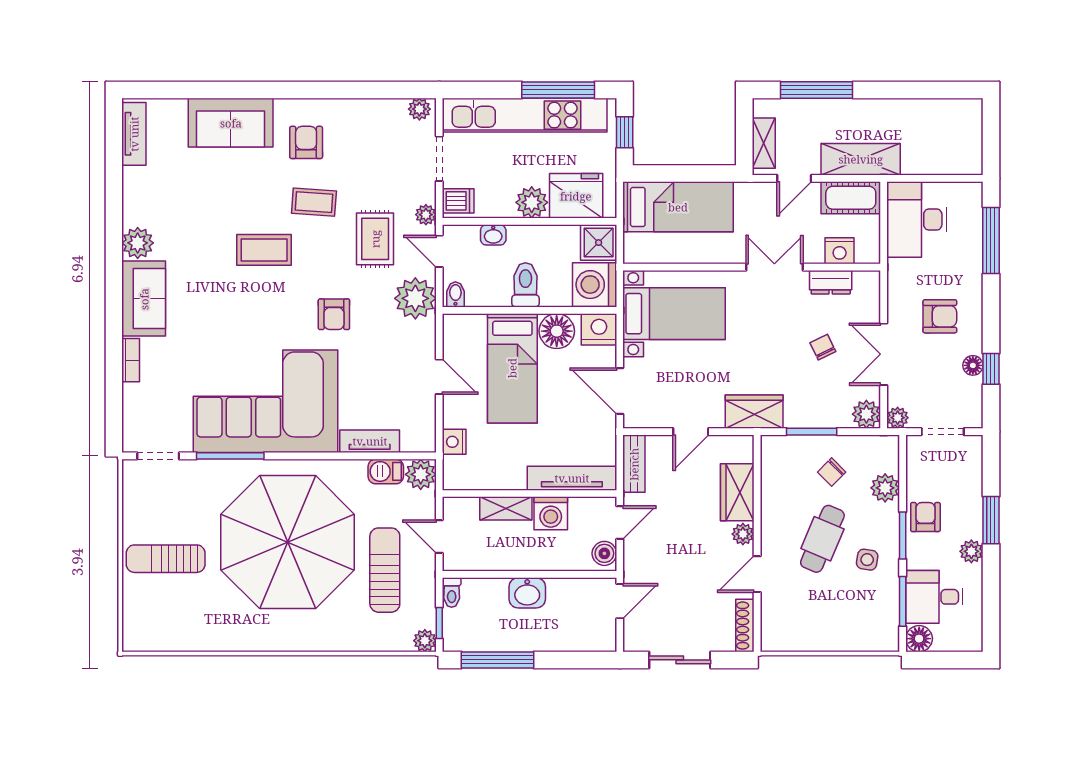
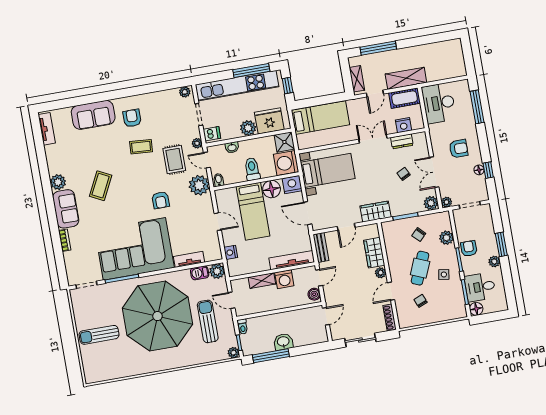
coffee table: (264, 250) -> (101, 186), moved, turned -63
washbasin: (527, 593) -> (283, 342), moved, turned 180
chair: (812, 603) -> (421, 301), added

